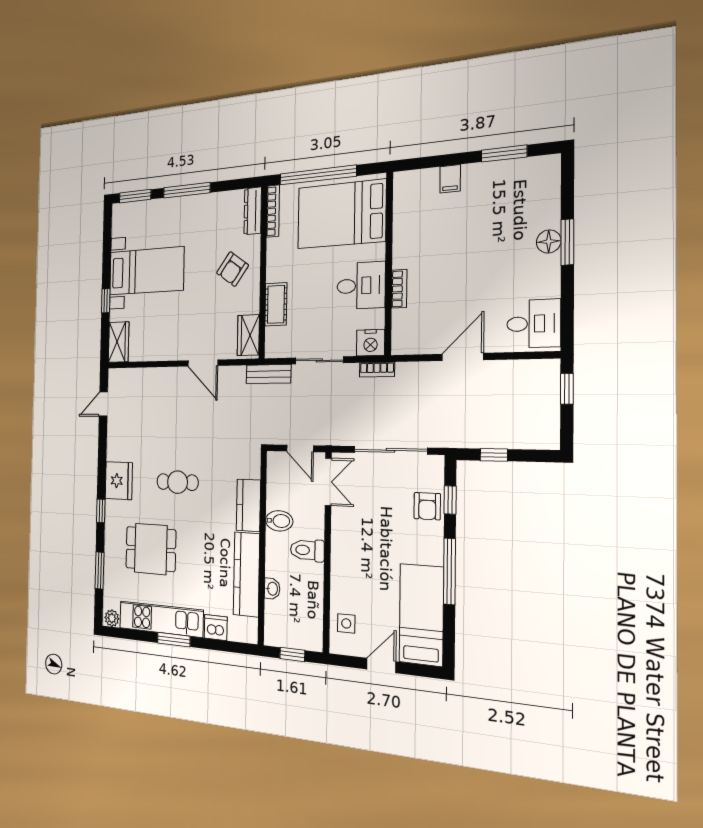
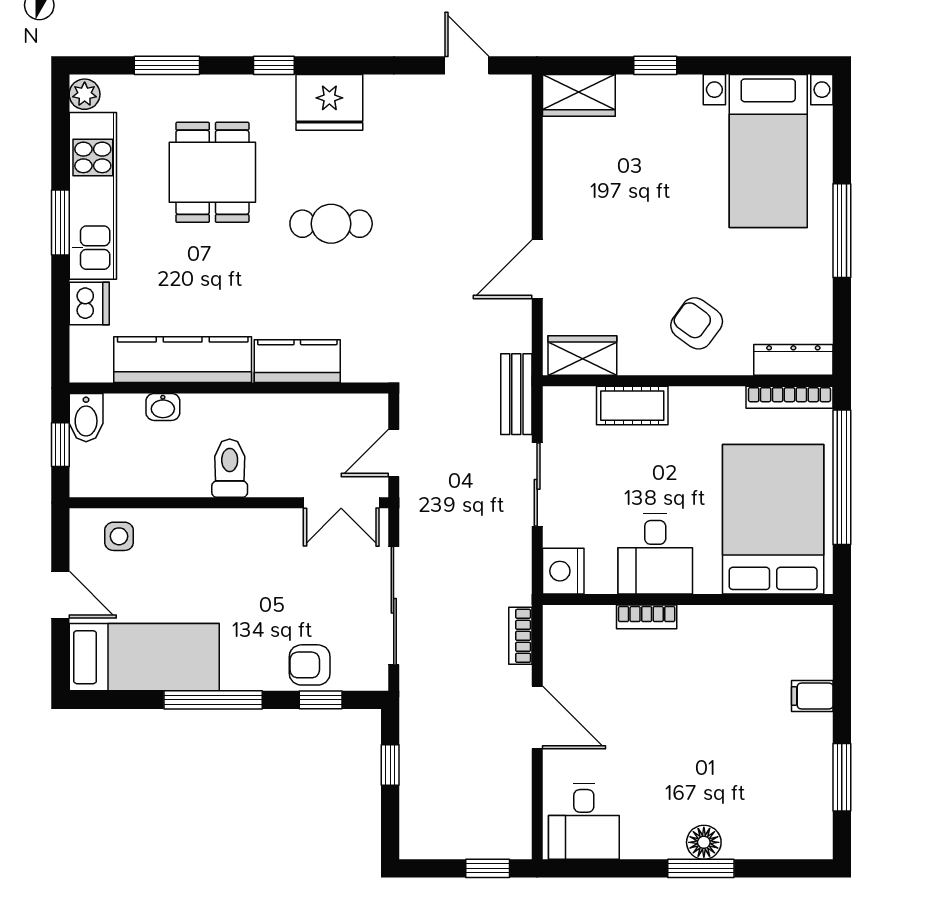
window: (135, 196) -> (842, 124), removed
bed with nightstands: (146, 271) -> (768, 151), moved
bookcase: (377, 370) -> (520, 636), moved
cafe table: (178, 482) -> (331, 224), turned 90
bidet: (279, 521) -> (86, 418), moved

